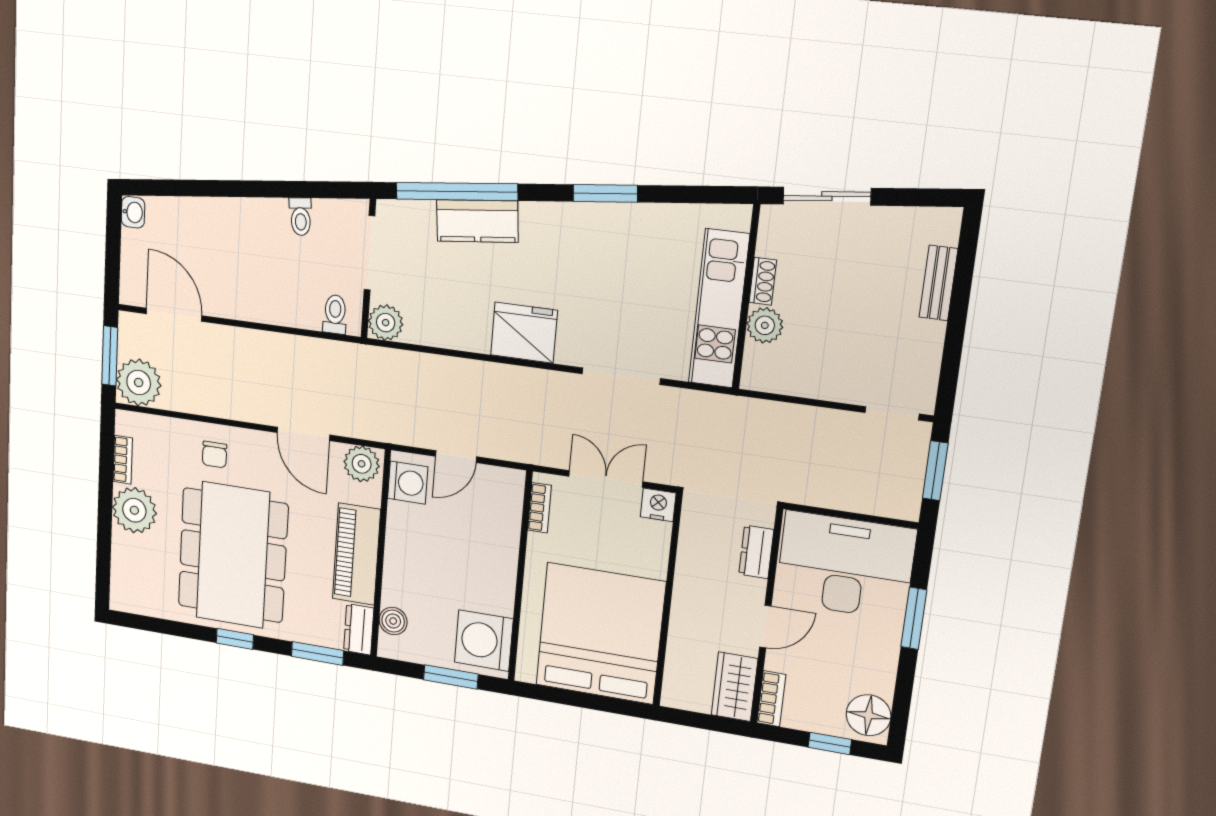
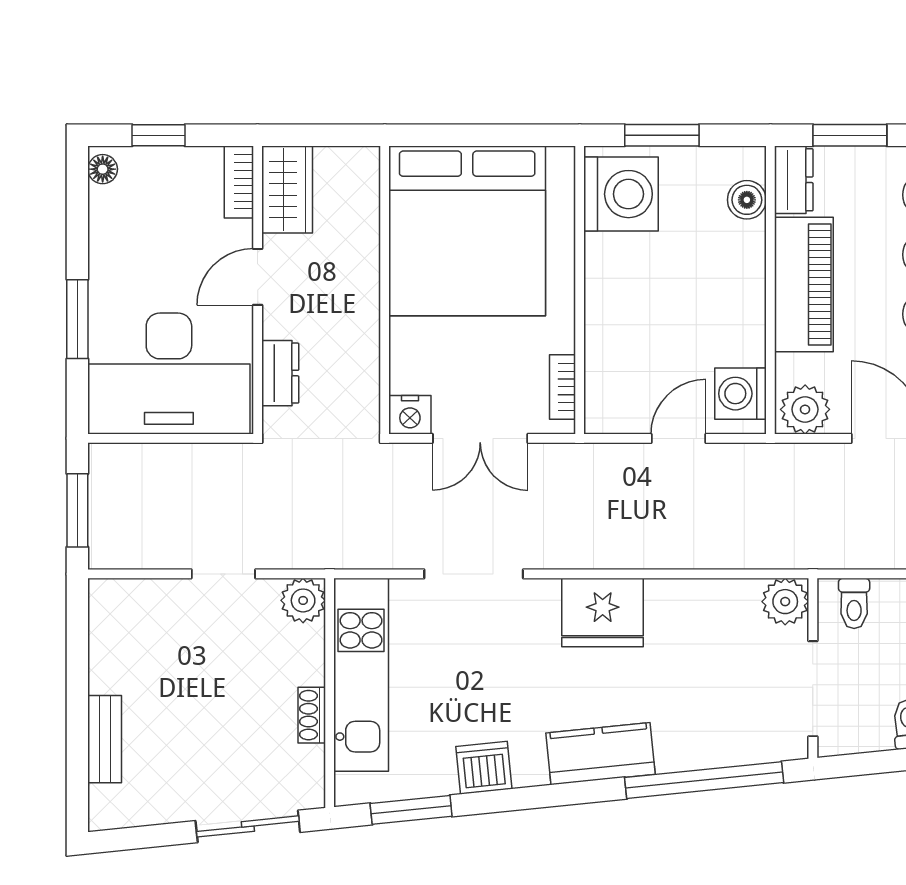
window: (605, 193) -> (411, 810), moved
kitchen counter: (477, 221) -> (600, 754), moved
dishwasher: (628, 222) -> (484, 768), added
plant: (765, 325) -> (303, 600), moved
doorway: (892, 413) -> (223, 574), moved
floor lamp: (869, 715) -> (103, 169), width x0.53, depth x0.53

